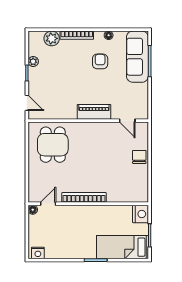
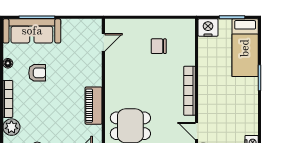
armchair: (100, 61) -> (37, 73), turned 180
piano: (94, 112) -> (94, 106), moved
chair: (139, 157) -> (159, 46), moved

